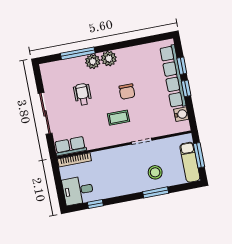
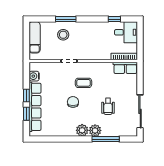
sliding door: (45, 113) -> (140, 111), moved
window: (199, 155) -> (26, 41), removed

